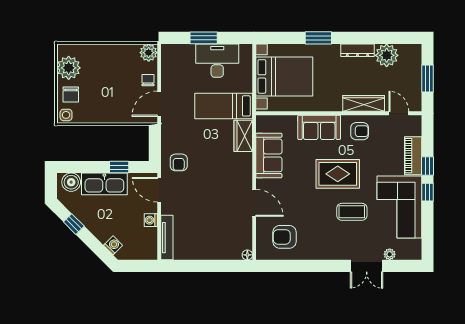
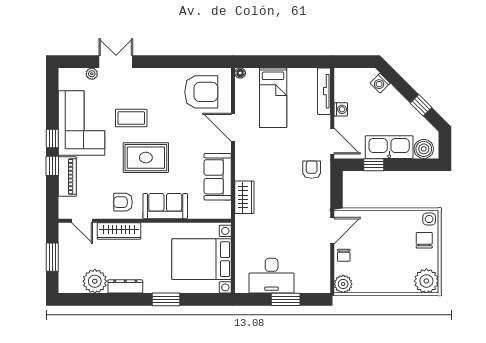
plant: (69, 68) -> (426, 281), moved
bed: (224, 106) -> (273, 98), moved, turned 90
armchair: (285, 237) -> (201, 92), width x1.36, depth x1.36

